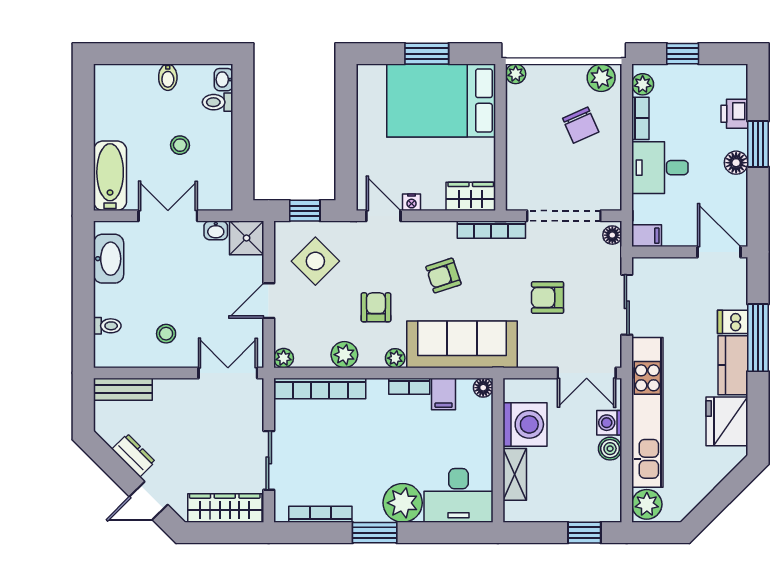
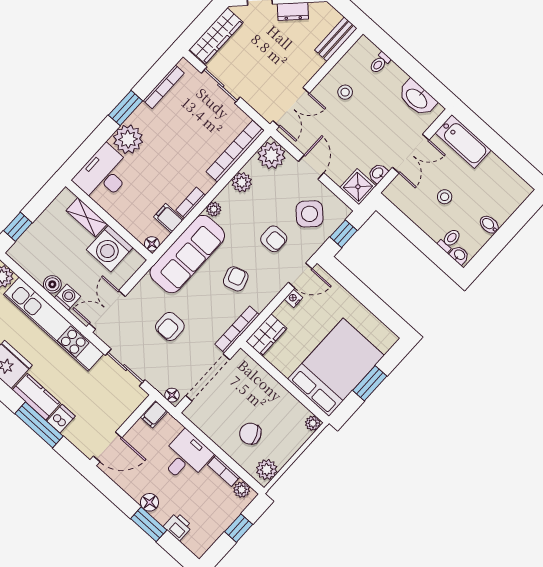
armchair: (548, 298) -> (170, 326), turned 180
armchair: (376, 307) -> (274, 239), moved
plant: (284, 358) -> (271, 155), width x1.88, depth x1.88

